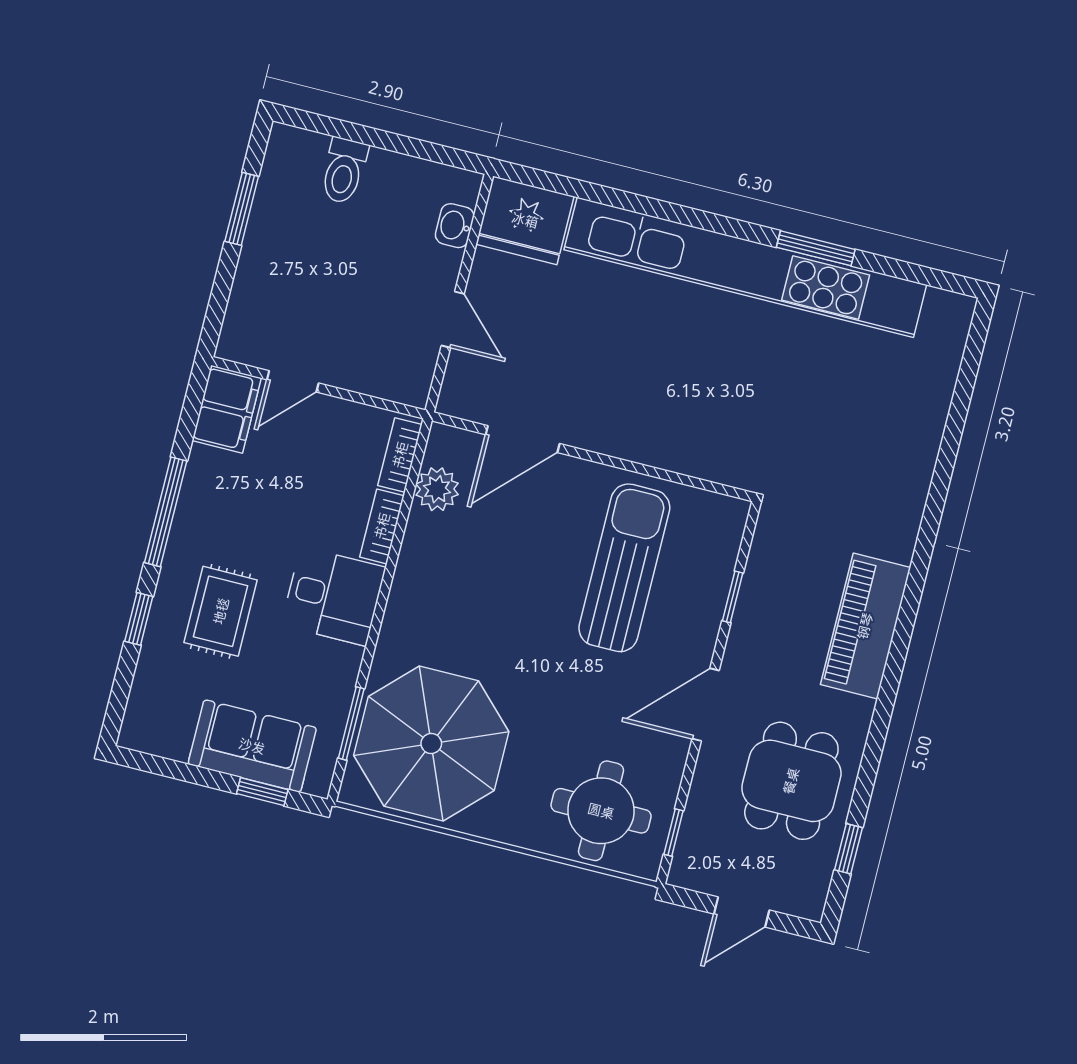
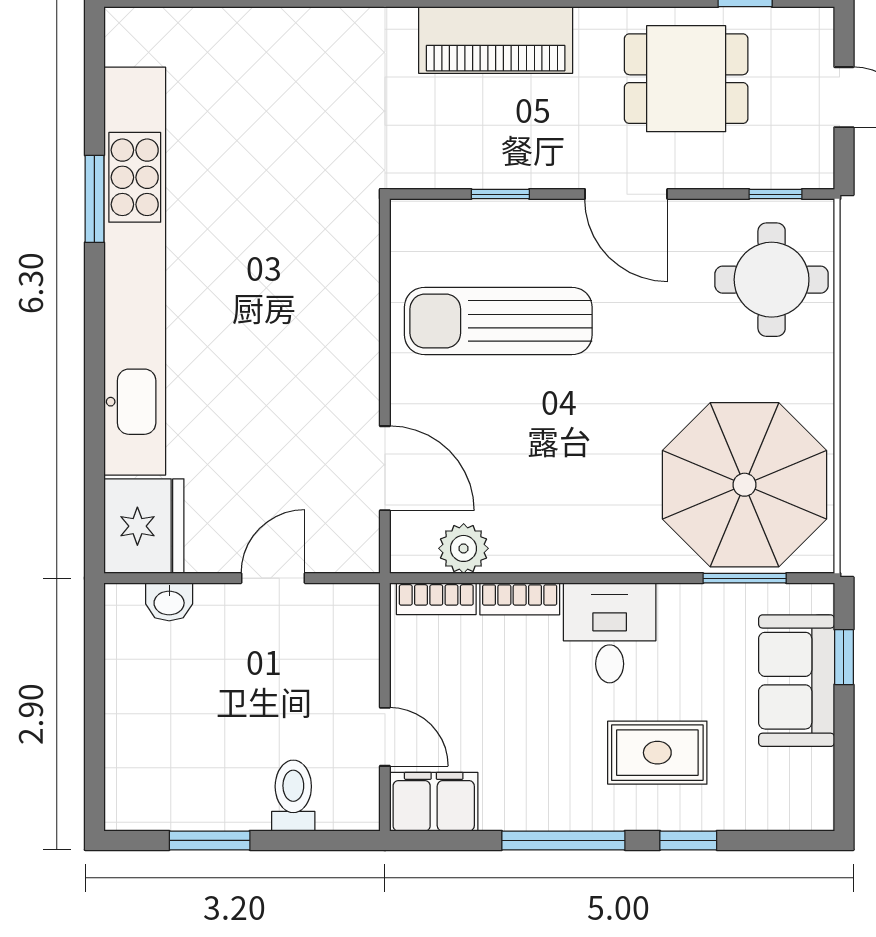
toilet: (344, 171) -> (293, 796), moved, turned -90

